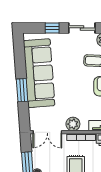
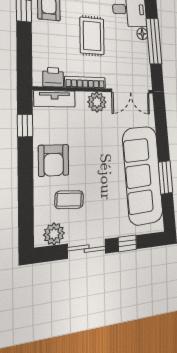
window: (22, 90) -> (165, 177), moved
double door: (47, 132) -> (131, 91), swing flipped

